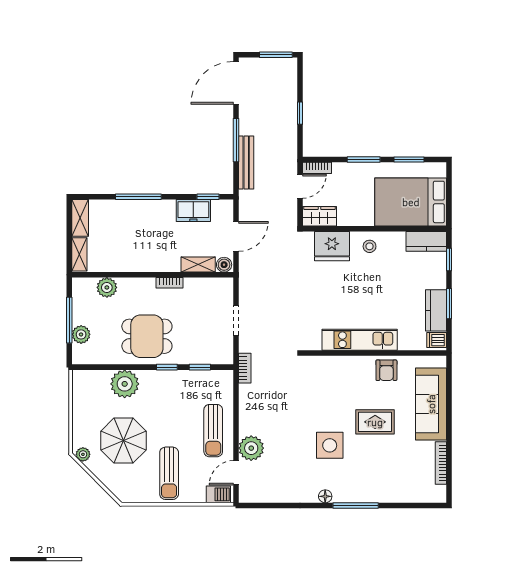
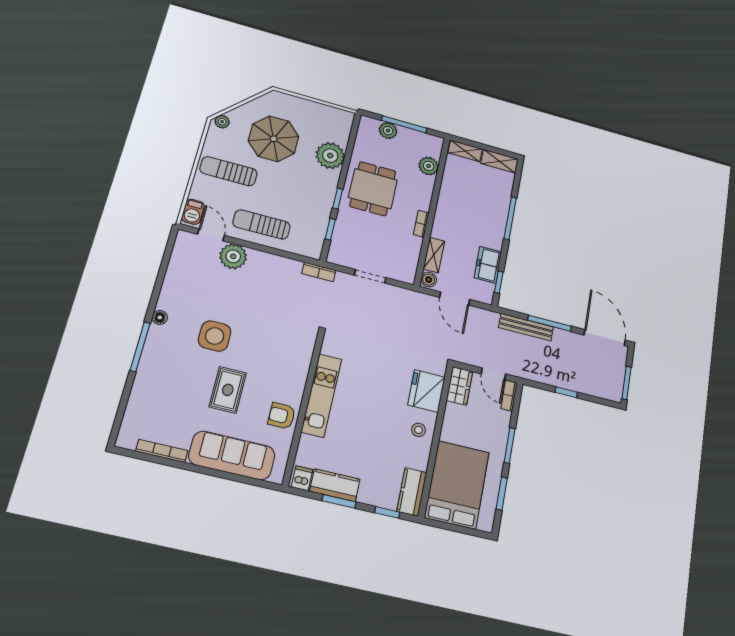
plant: (83, 454) -> (222, 122), moved

